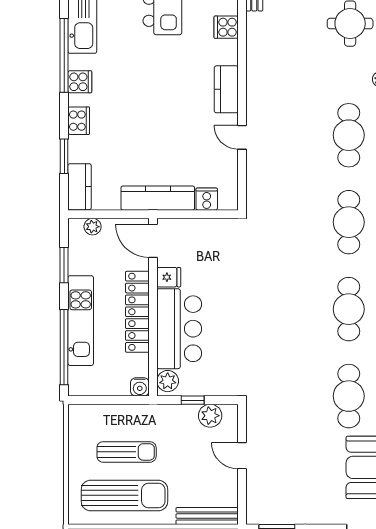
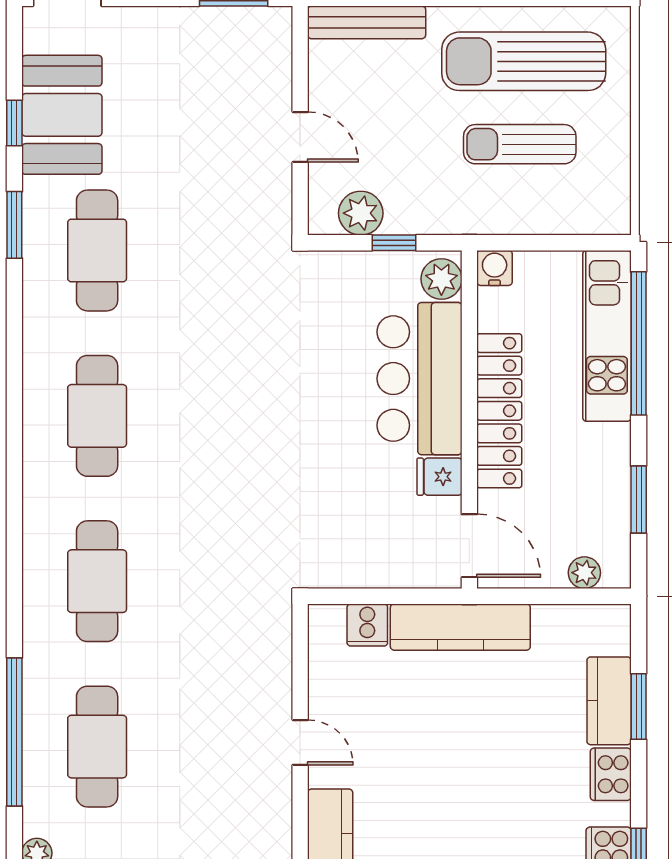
kitchen counter: (80, 187) -> (609, 701), moved
kitchen unit: (81, 321) -> (607, 336), moved

